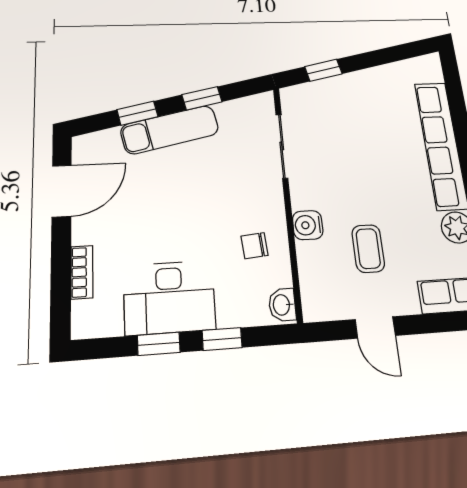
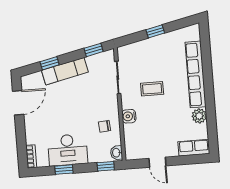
window: (323, 70) -> (155, 31), moved
window: (202, 98) -> (94, 50), moved
coffee table: (368, 249) -> (152, 89), moved, turned 90
bookcase: (82, 272) -> (31, 156), moved
window: (222, 339) -> (106, 166), moved

